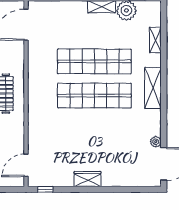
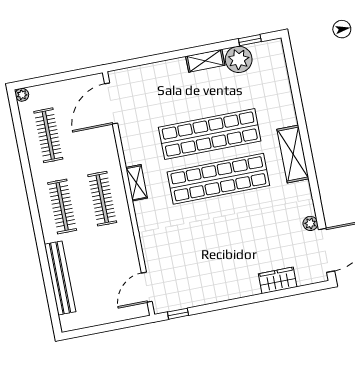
shelving: (155, 40) -> (137, 183), moved
wardrobe: (87, 179) -> (278, 280), moved

